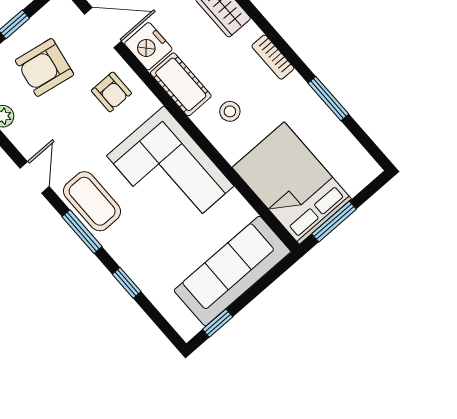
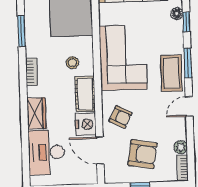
armchair: (111, 92) -> (121, 117), turned 117
floor lamp: (147, 283) -> (177, 14), added

